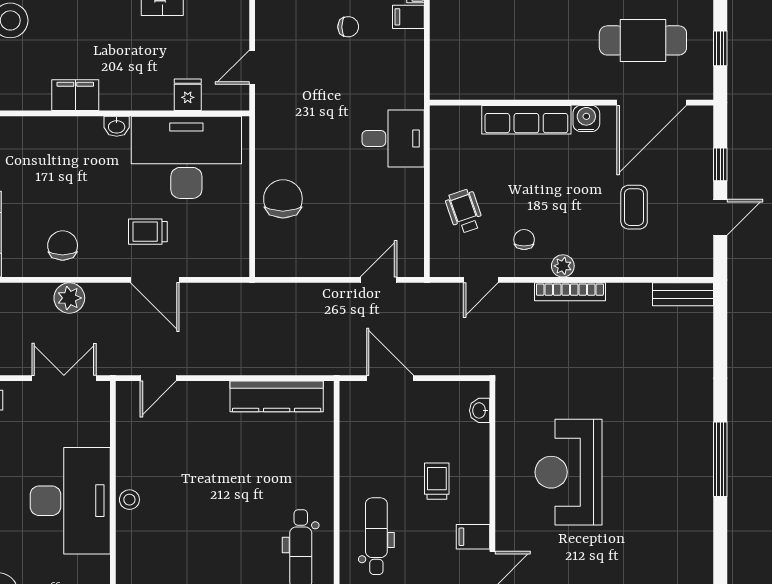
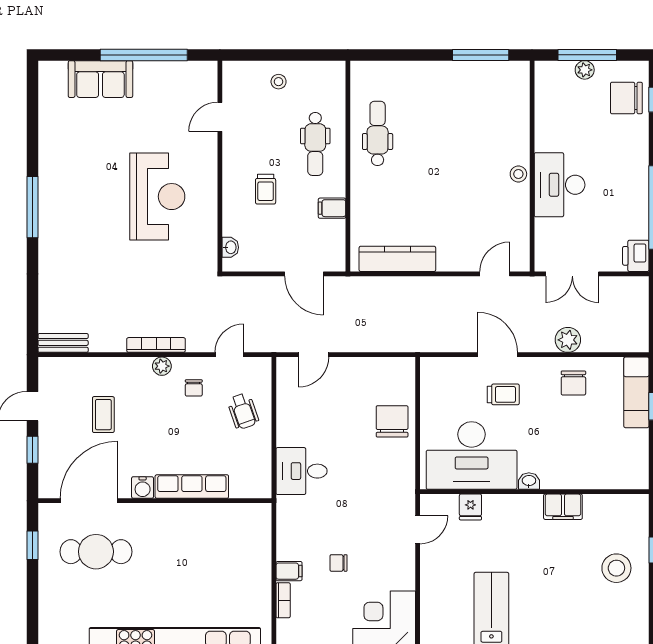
chair: (283, 199) -> (392, 421), turned 180
desk: (70, 501) -> (560, 185), width x0.73, depth x0.77
filing cabinet: (473, 537) -> (332, 208), moved, turned 180

